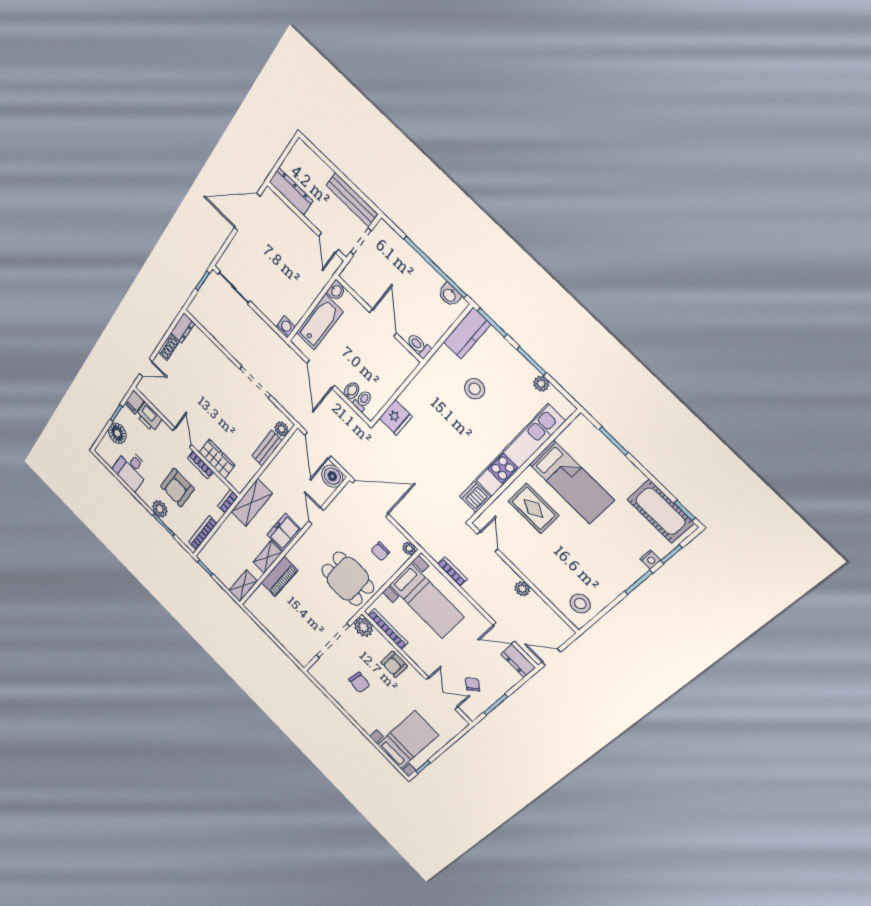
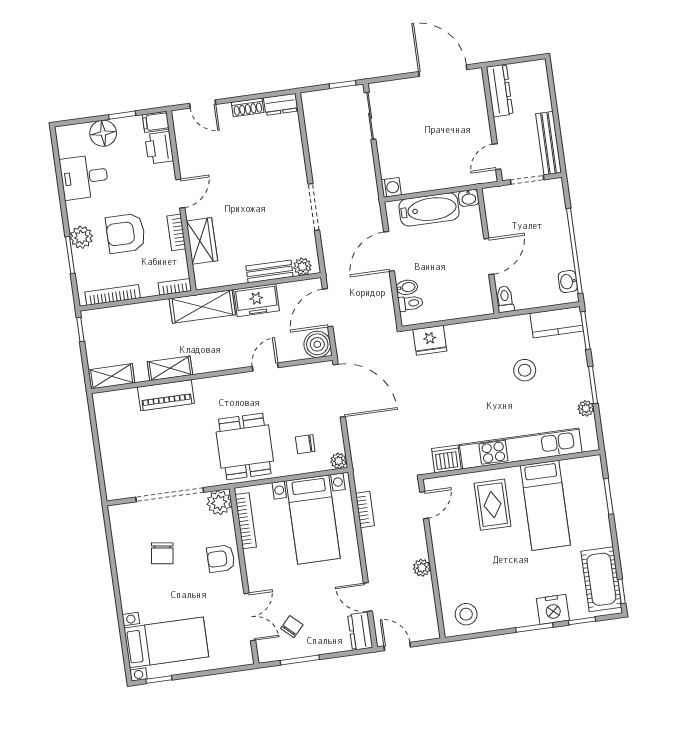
freezer: (284, 532) -> (257, 300), moved, turned 180
nightstand: (650, 560) -> (553, 609), width x1.89, depth x1.79

